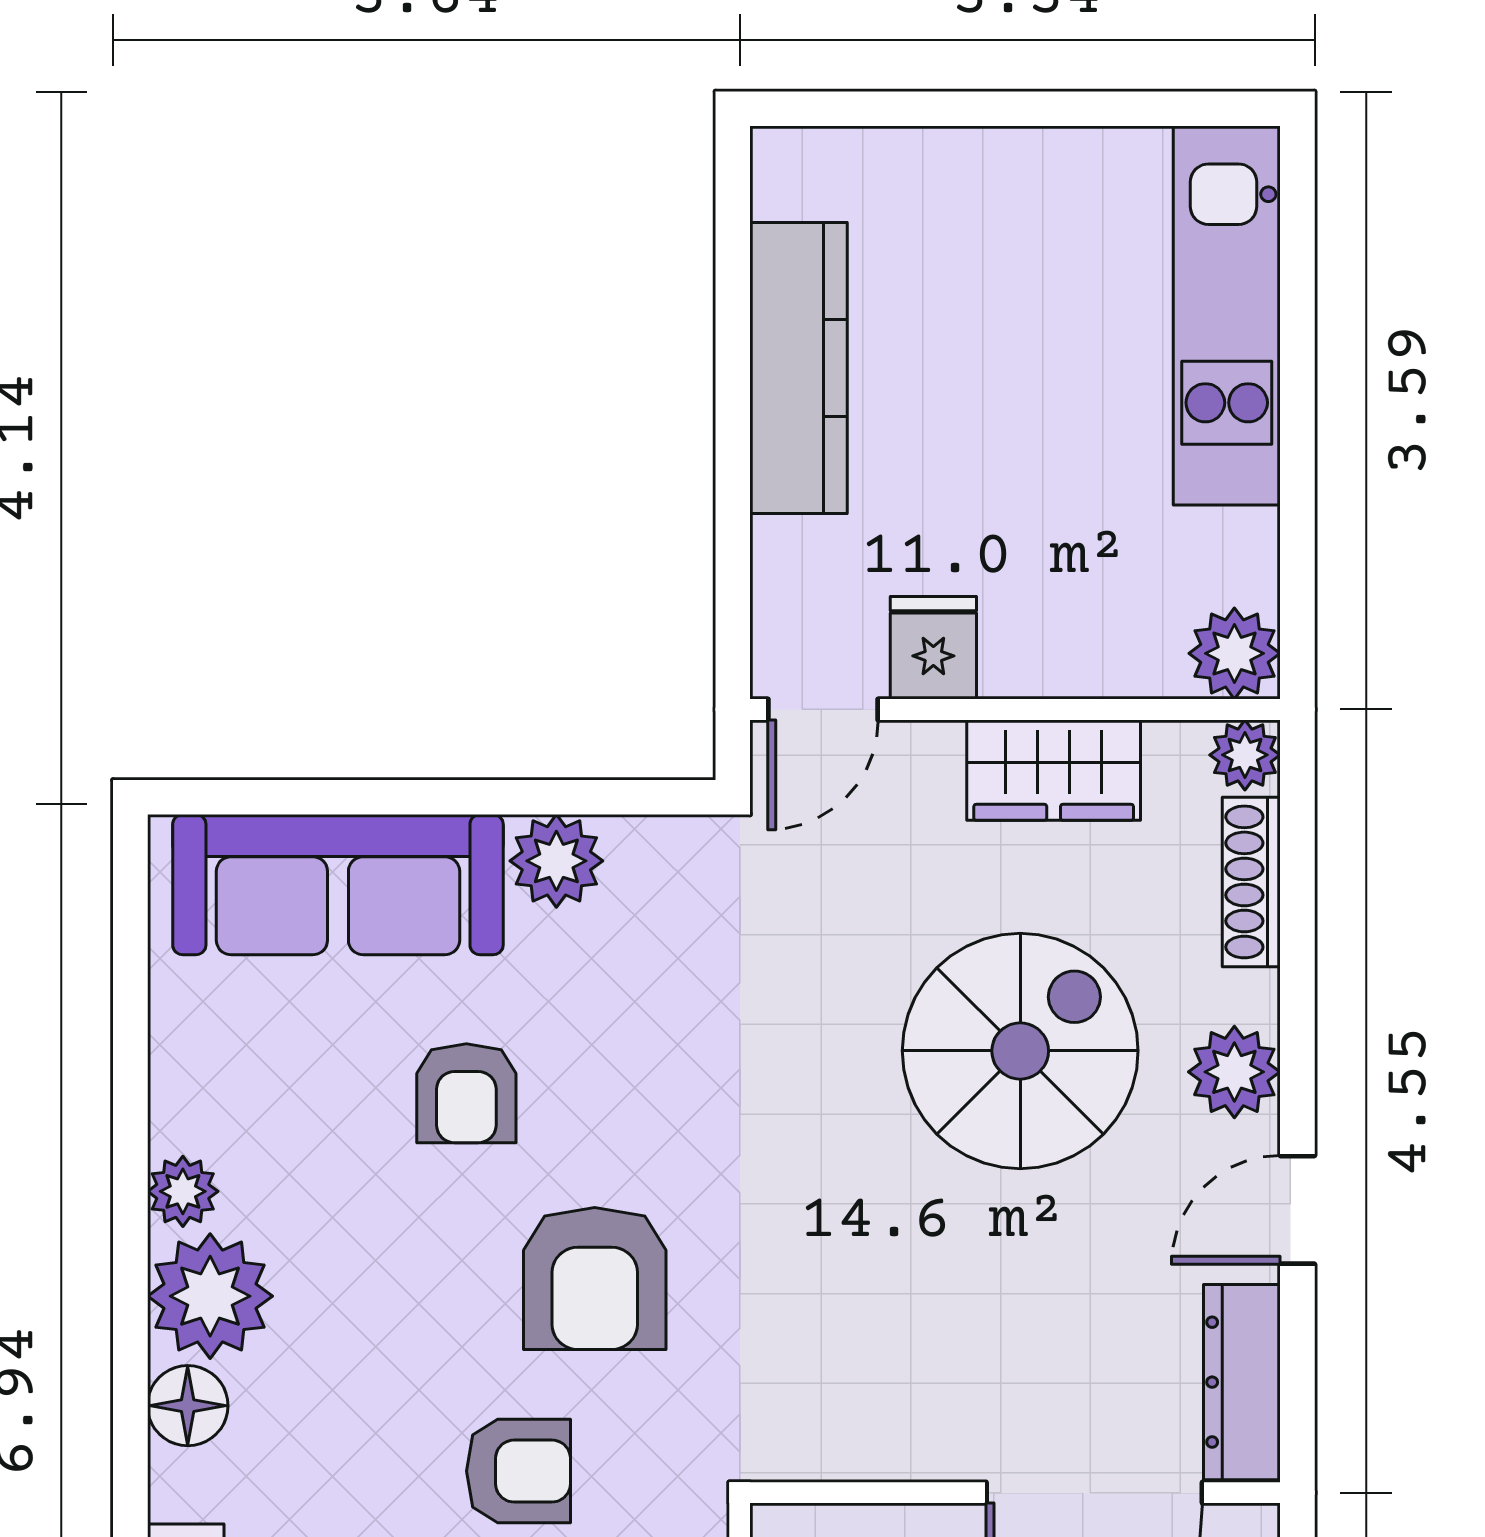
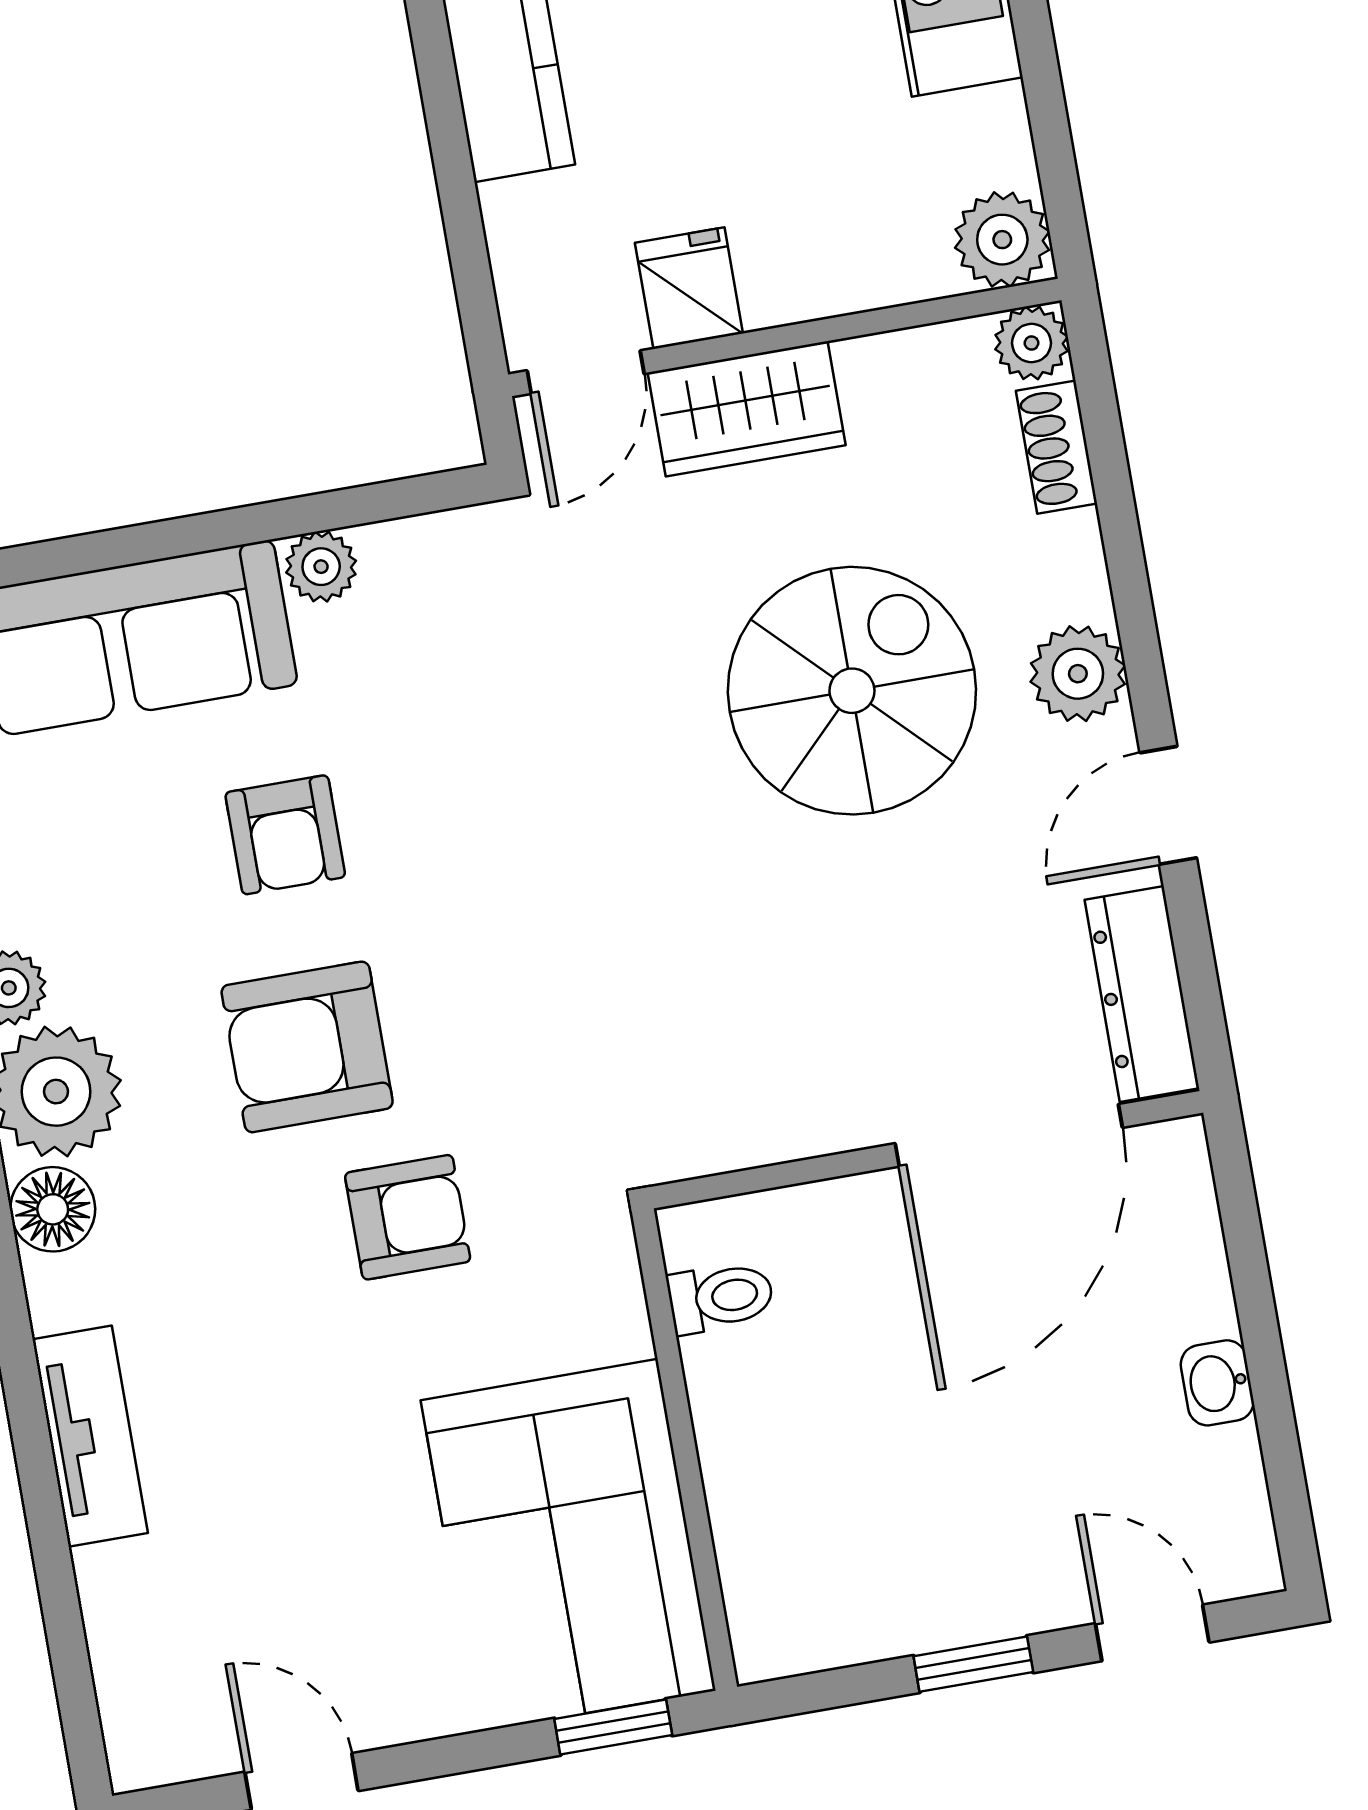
wardrobe: (1054, 770) -> (747, 409), moved
plant: (556, 861) -> (321, 567), width x0.73, depth x0.73
shoe rack: (1251, 882) -> (1056, 447), width x0.70
armchair: (595, 1278) -> (307, 1047), moved, turned 90

